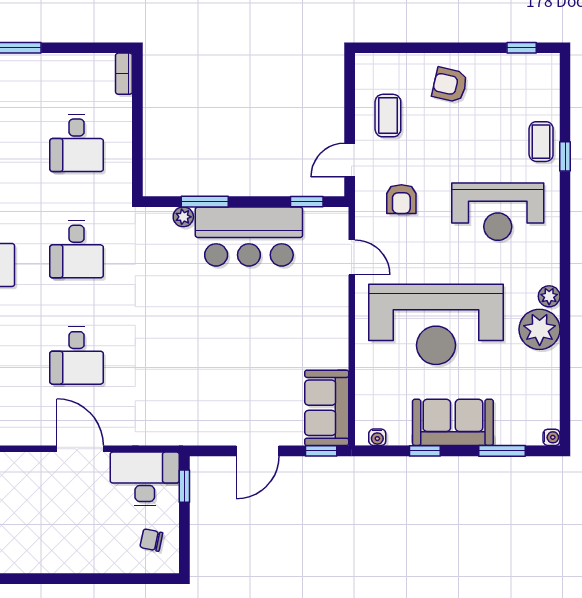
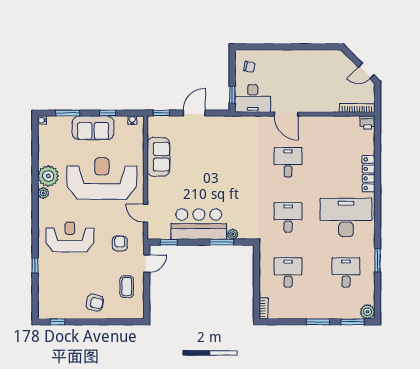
coffee table: (541, 142) -> (47, 273), removed
sofa: (327, 408) -> (158, 157), moved

